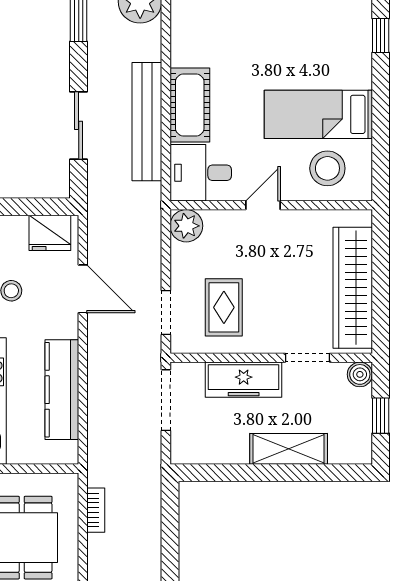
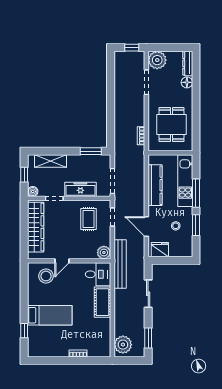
bed: (318, 114) -> (50, 315), moved
bench: (147, 122) -> (120, 264), moved
door: (263, 205) -> (62, 261), moved
shelving: (289, 449) -> (51, 161), moved
window: (218, 473) -> (91, 151), added

